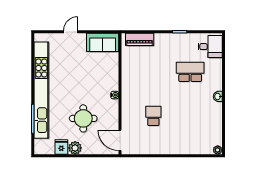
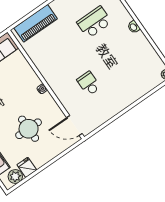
piano: (140, 39) -> (36, 23), width x1.37, depth x1.33
plant: (75, 148) -> (15, 177), moved

